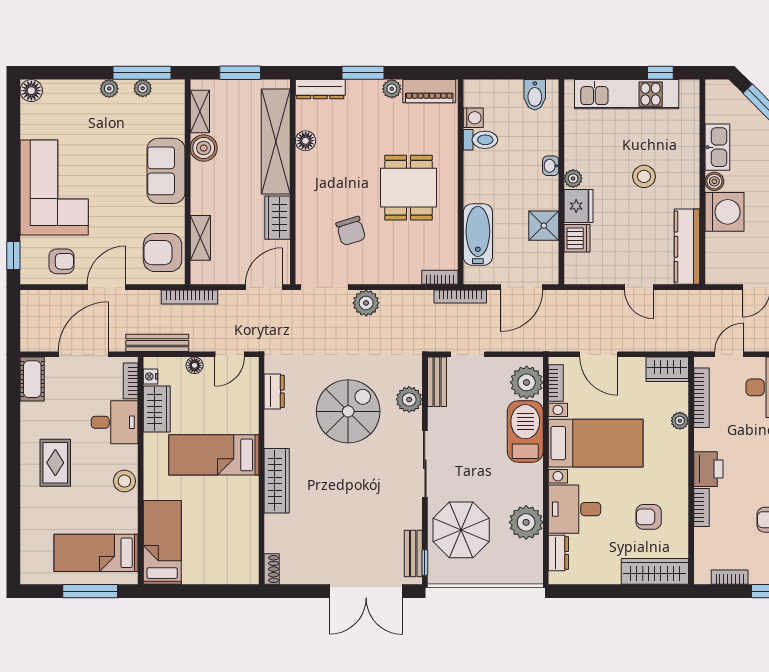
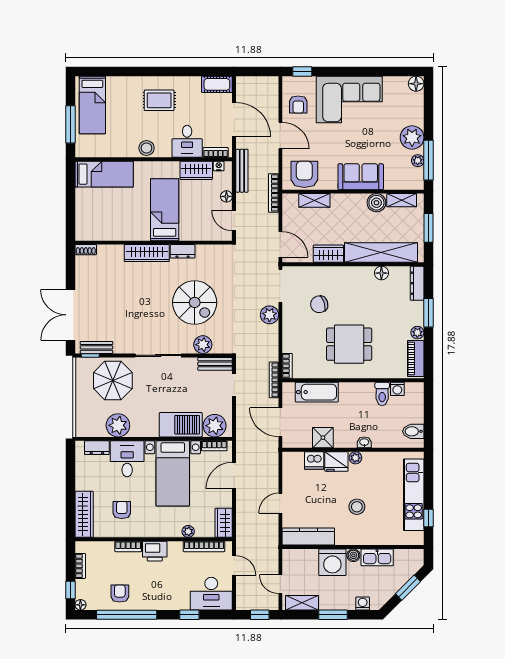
plant: (109, 89) -> (412, 137), width x1.88, depth x1.88
dresser: (274, 391) -> (183, 251), moved
bed: (96, 553) -> (92, 105), moved, turned 180

